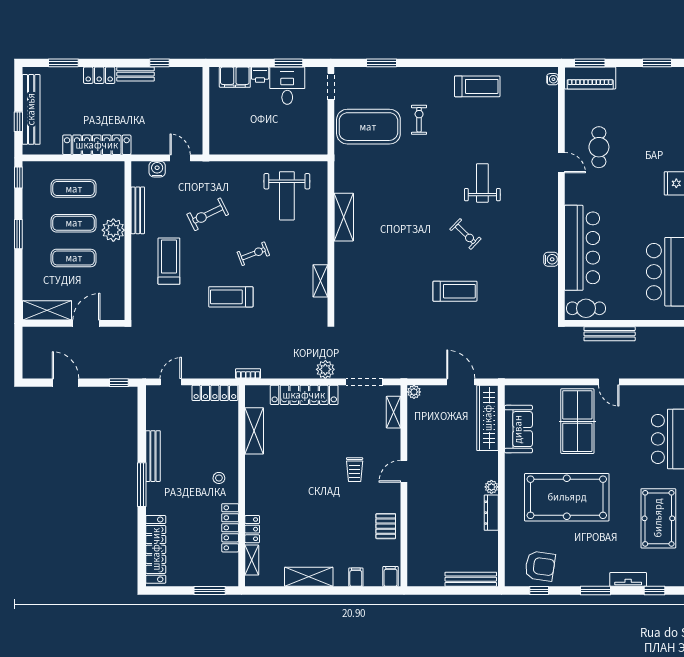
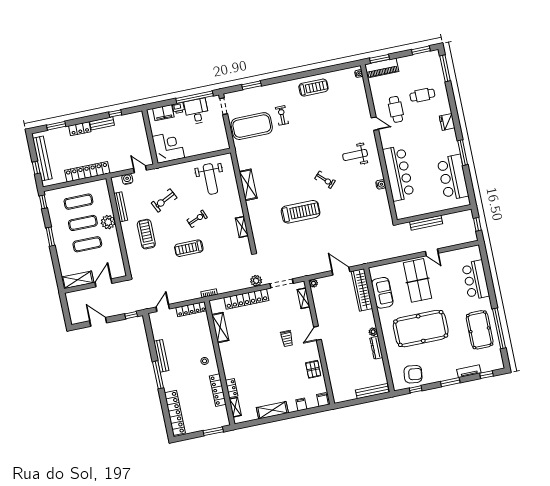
window: (289, 63) -> (195, 97), width x2.11
corner desk: (231, 133) -> (168, 147), added
weight bench: (482, 183) -> (355, 155), moved, turned -90
treadmill: (455, 291) -> (301, 212), moved, width x1.37, depth x1.38
cafe table: (586, 308) -> (422, 95), moved

